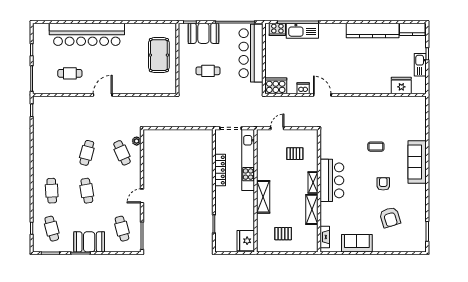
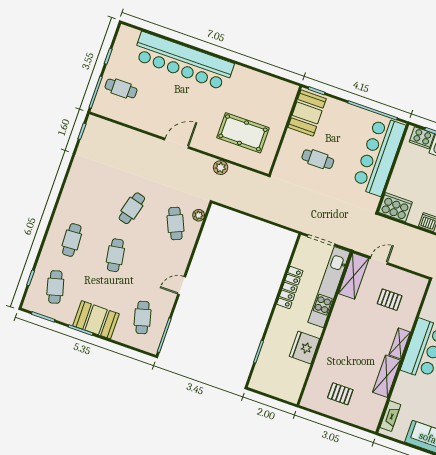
booth: (203, 33) -> (307, 113), moved, turned 90
pool table: (159, 55) -> (243, 133), moved, turned 90
cafe table: (70, 73) -> (121, 88), moved
plant: (140, 101) -> (221, 168), added
shelving: (263, 197) -> (354, 276), moved
fridge: (246, 241) -> (304, 347), moved

